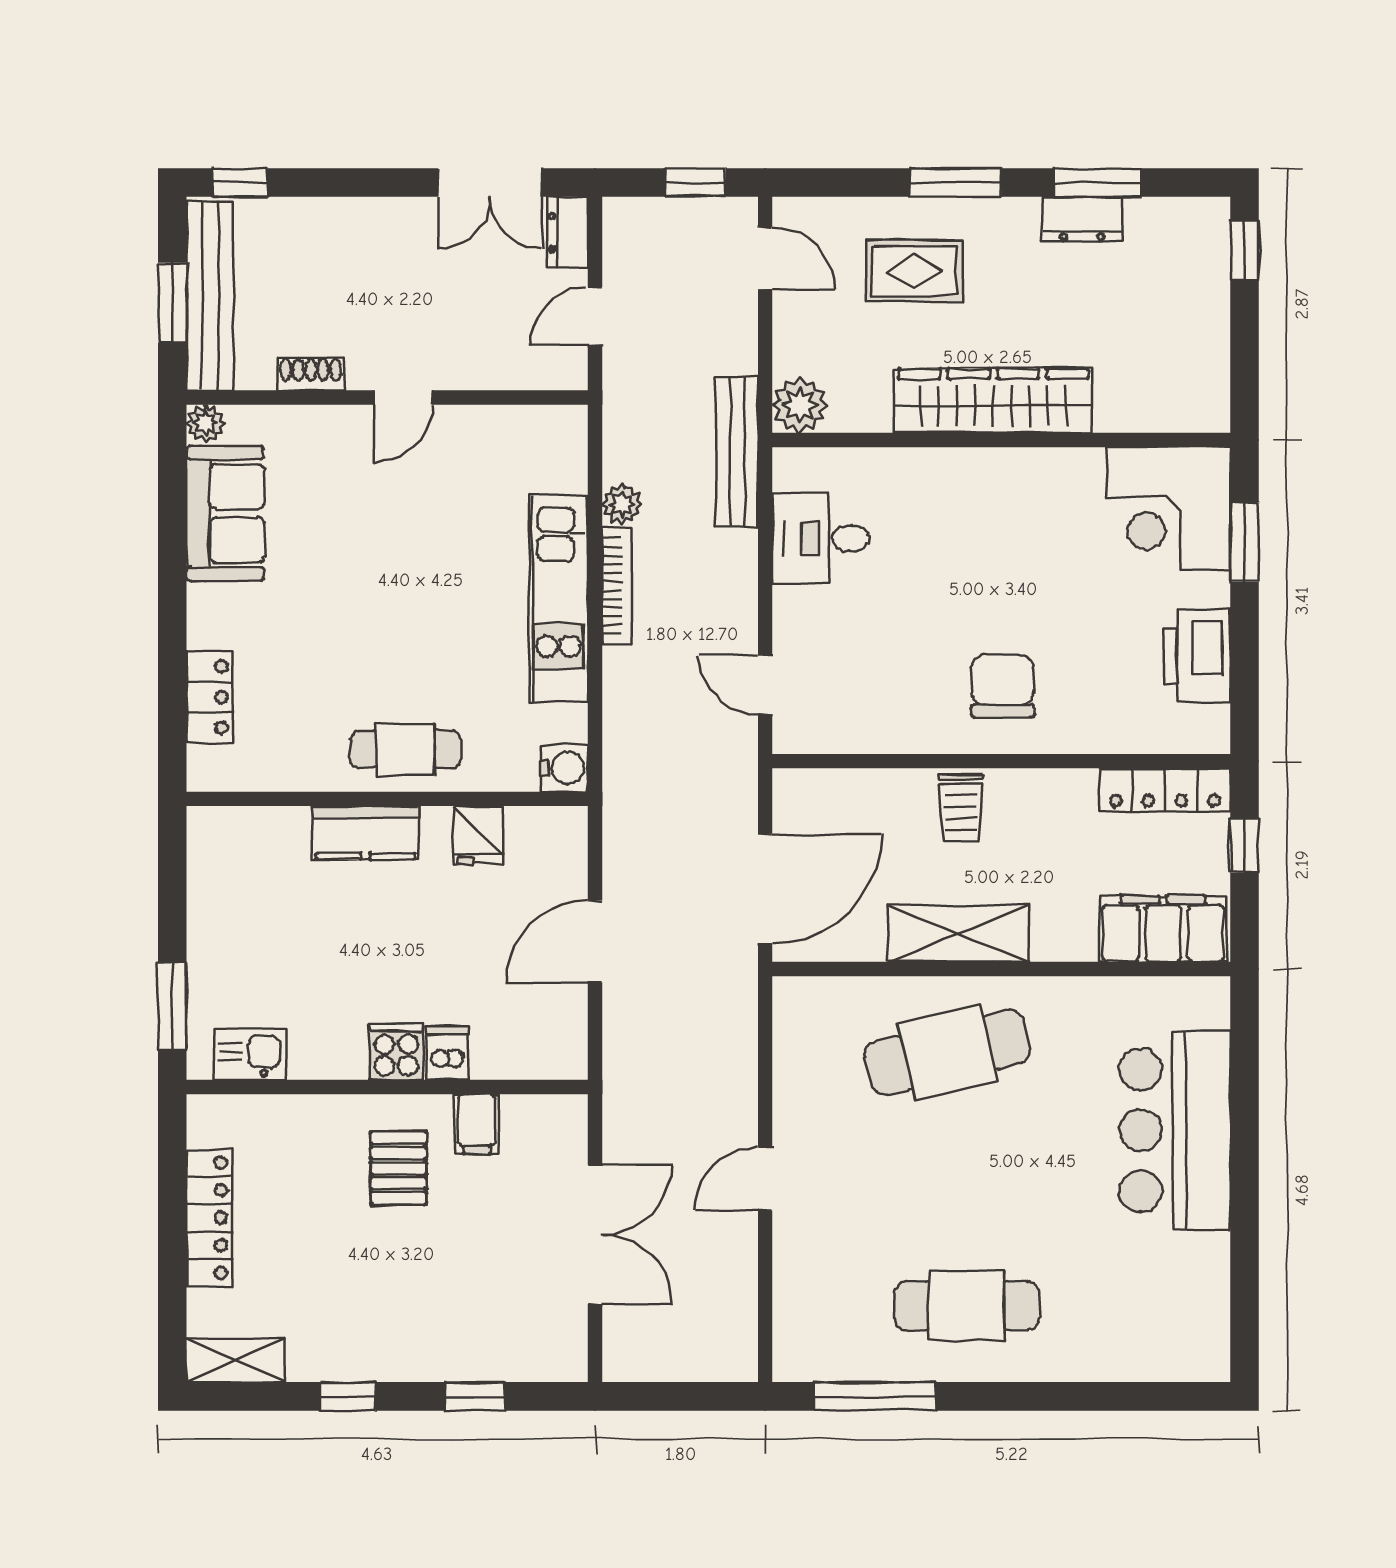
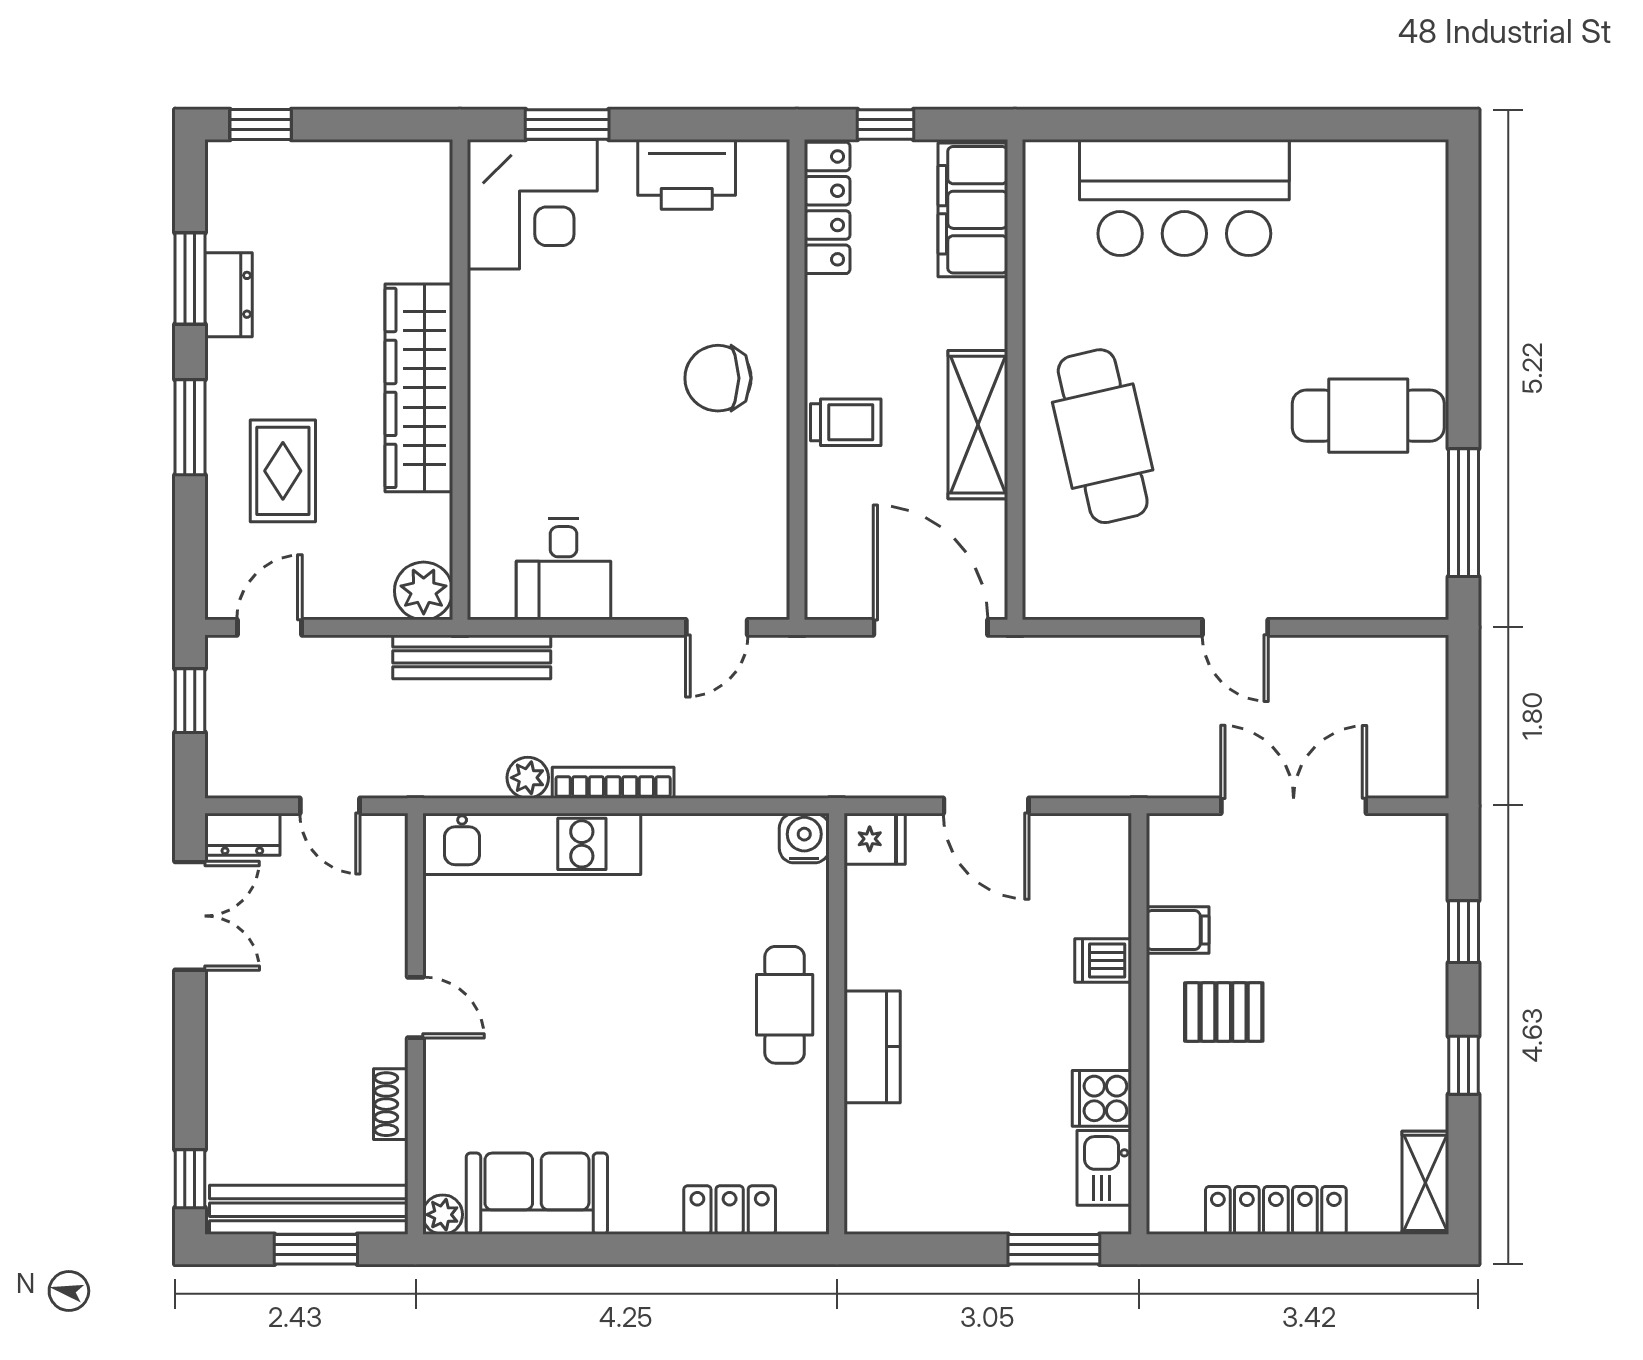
kitchen unit: (559, 598) -> (532, 844), moved
fridge: (478, 835) -> (875, 839), moved
cooker: (396, 1052) -> (1102, 1098), moved
cafe table: (967, 1306) -> (1368, 416), turned 90

